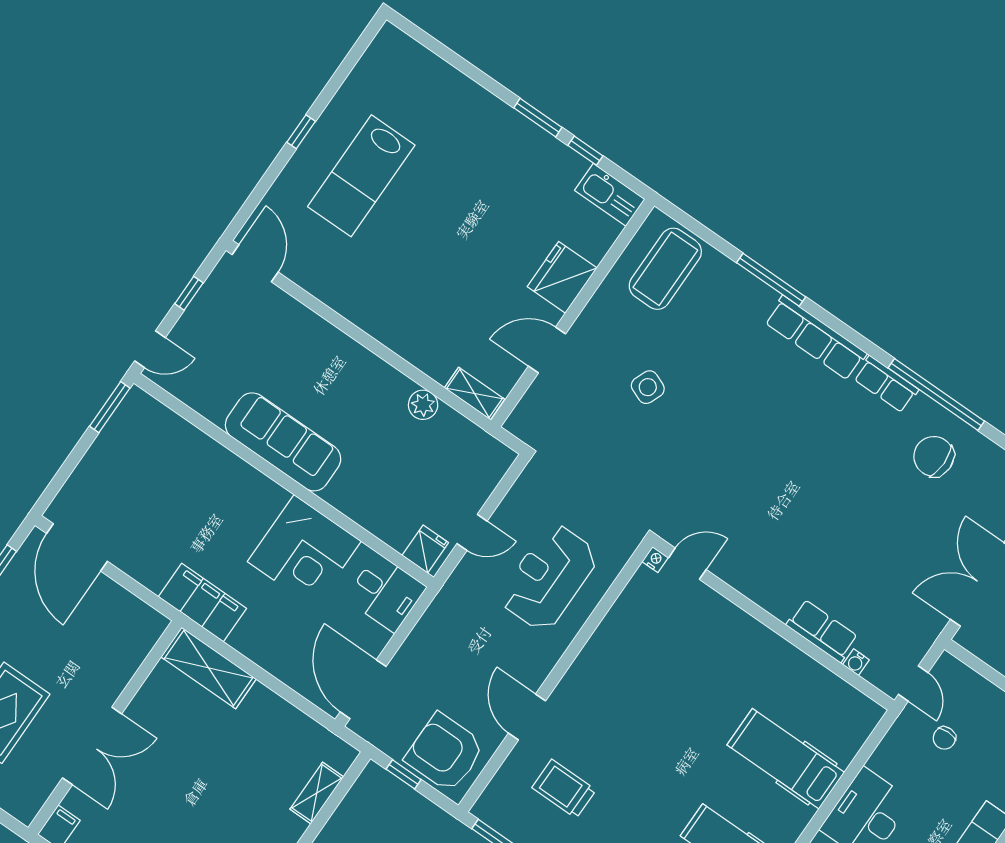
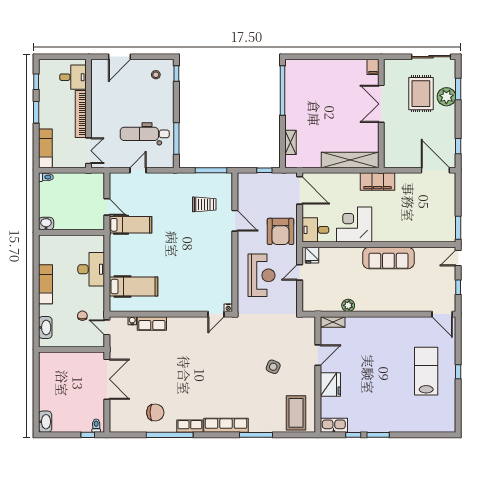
shelving: (209, 668) -> (350, 160), width x1.47
armchair: (445, 753) -> (281, 231), moved, turned 90
hospital bed: (786, 759) -> (133, 287), moved

